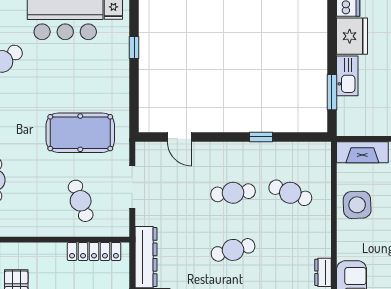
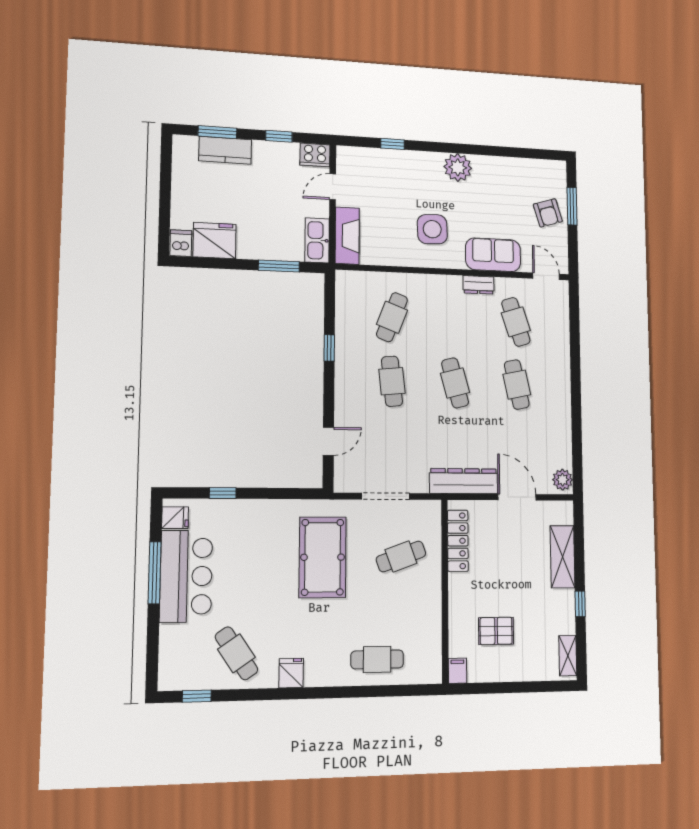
kitchen sink: (347, 76) -> (317, 240), moved, turned -90
side table: (357, 205) -> (432, 229), moved

